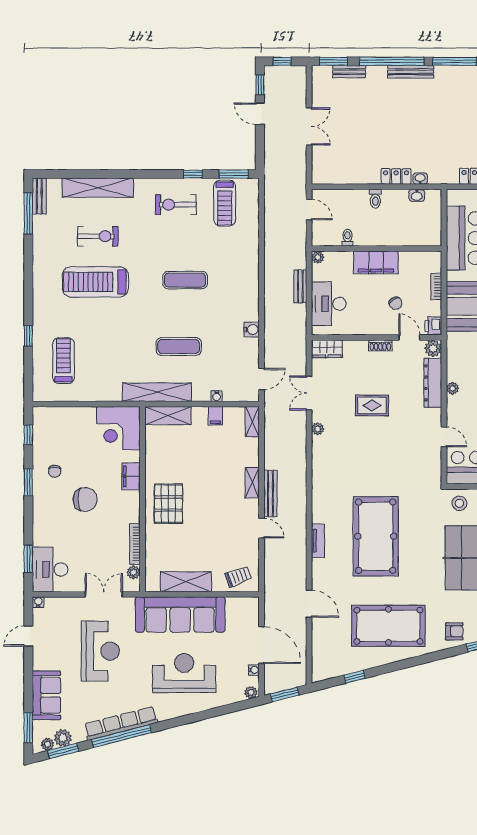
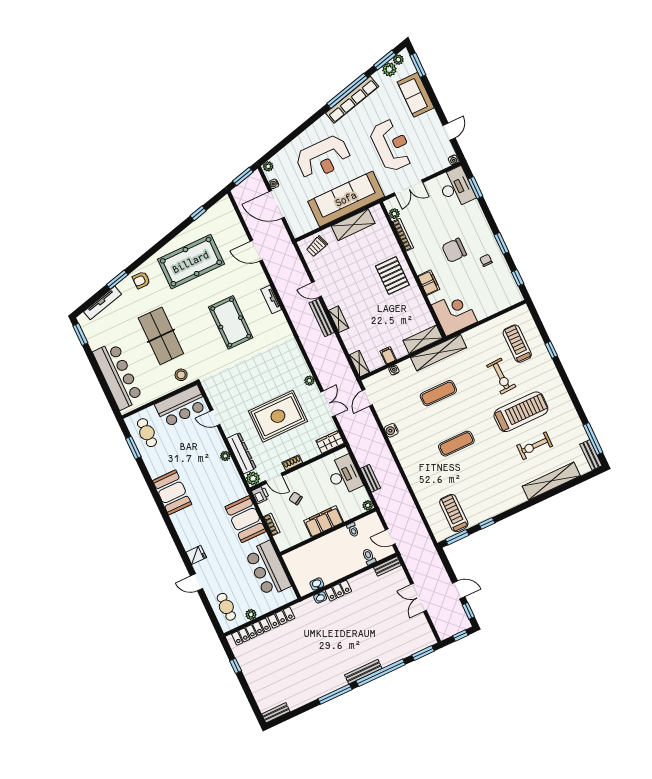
bench: (349, 72) -> (387, 566), moved
toilet: (375, 199) -> (369, 557), moved
exercise bike: (176, 205) -> (501, 376), moved, turned 88
treadmill: (63, 361) -> (517, 344), turned 180
rug: (372, 405) -> (278, 416), width x1.86, depth x2.06
pool table: (376, 536) -> (231, 322), width x0.73, depth x0.76
reception desk: (100, 651) -> (392, 145), turned 180

